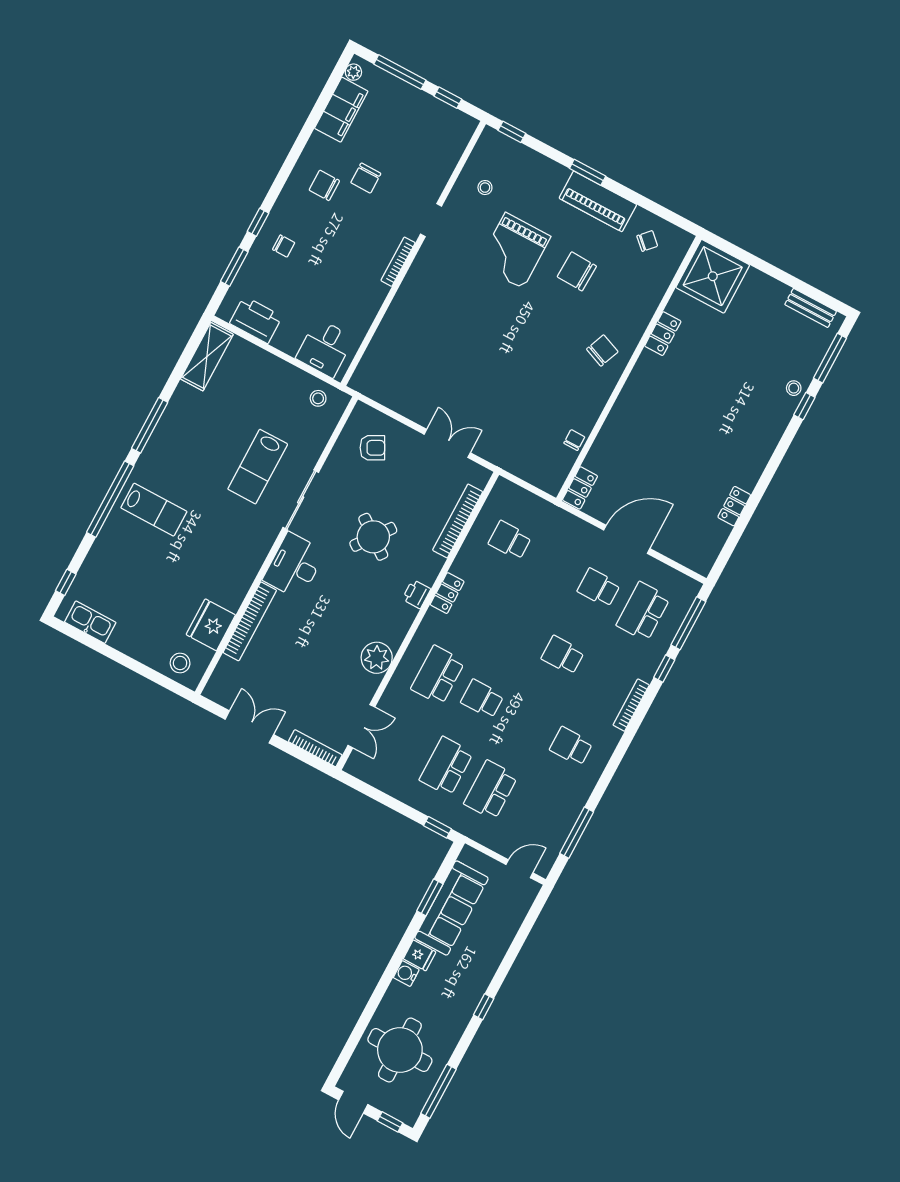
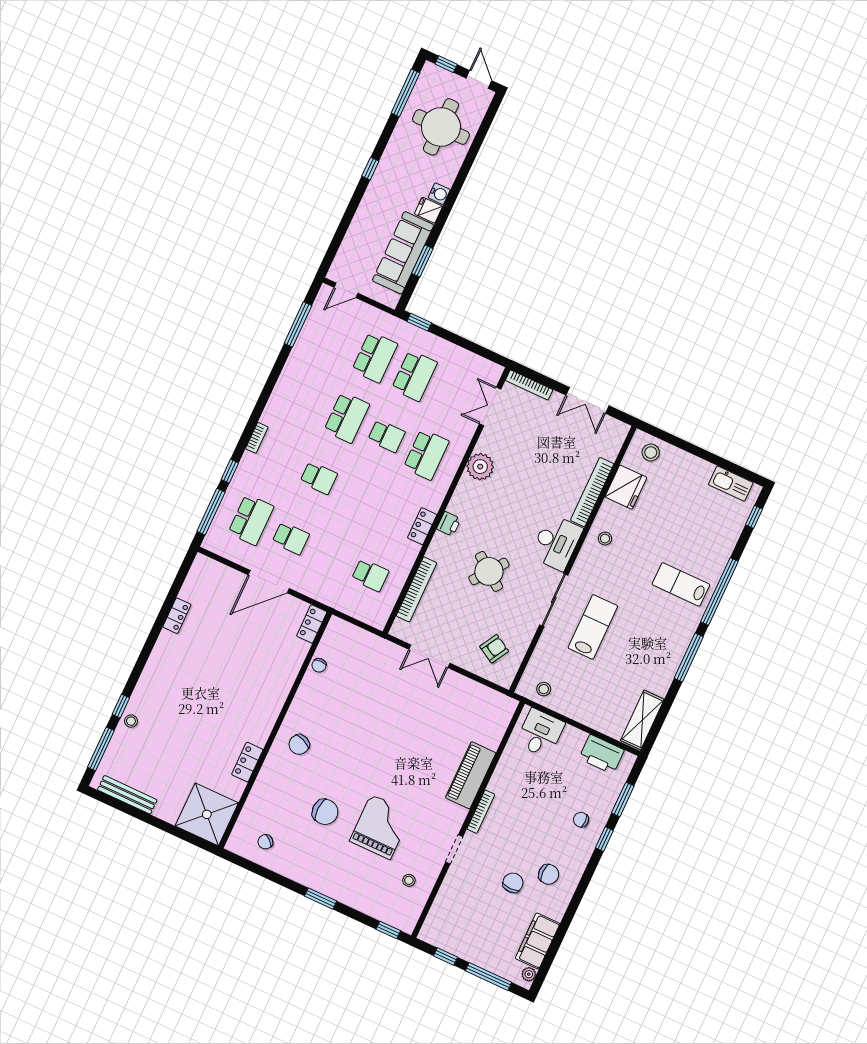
piano: (598, 201) -> (471, 775), moved, turned -90
bench: (811, 308) -> (127, 795), width x1.36
armchair: (372, 448) -> (494, 649), turned 148
stool: (238, 567) -> (605, 539), added
bookcase: (631, 705) -> (257, 438), width x0.64
school desk: (571, 746) -> (347, 418), moved, width x1.85

